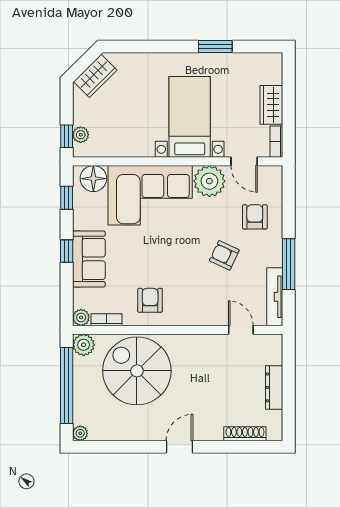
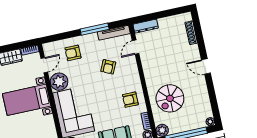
armchair: (224, 255) -> (108, 67), moved
spiral stairs: (137, 371) -> (170, 98), width x0.73, depth x0.73
dresser: (274, 387) -> (146, 26), moved

